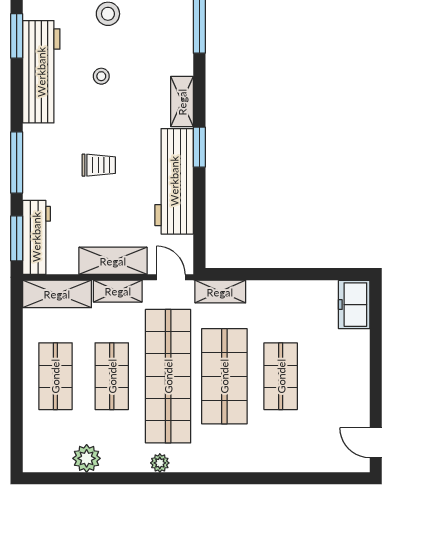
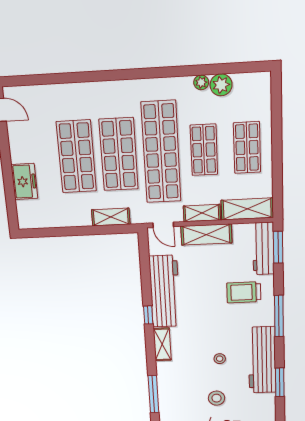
window: (199, 147) -> (148, 315), width x0.67
window: (17, 163) -> (279, 316), moved
trolley: (99, 165) -> (244, 292), moved, width x1.36, depth x1.39
shelving: (220, 292) -> (111, 217), moved
freezer: (354, 305) -> (24, 181), moved
shop shelf: (281, 376) -> (76, 157), width x1.43, depth x1.36
plant: (160, 463) -> (201, 82), moved

